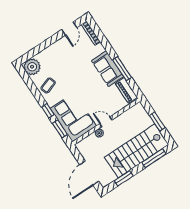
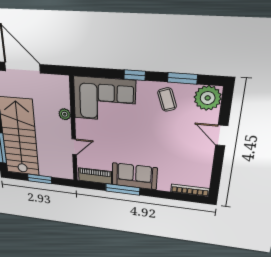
door: (69, 29) -> (222, 136), moved
door: (106, 122) -> (74, 147), moved
window: (60, 129) -> (182, 78), moved

